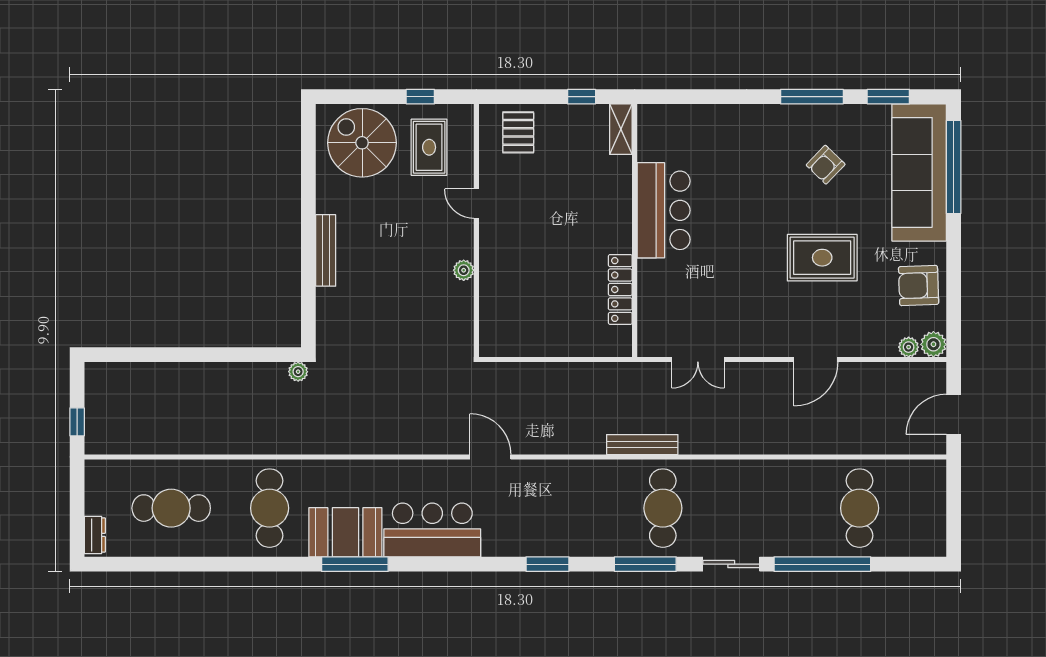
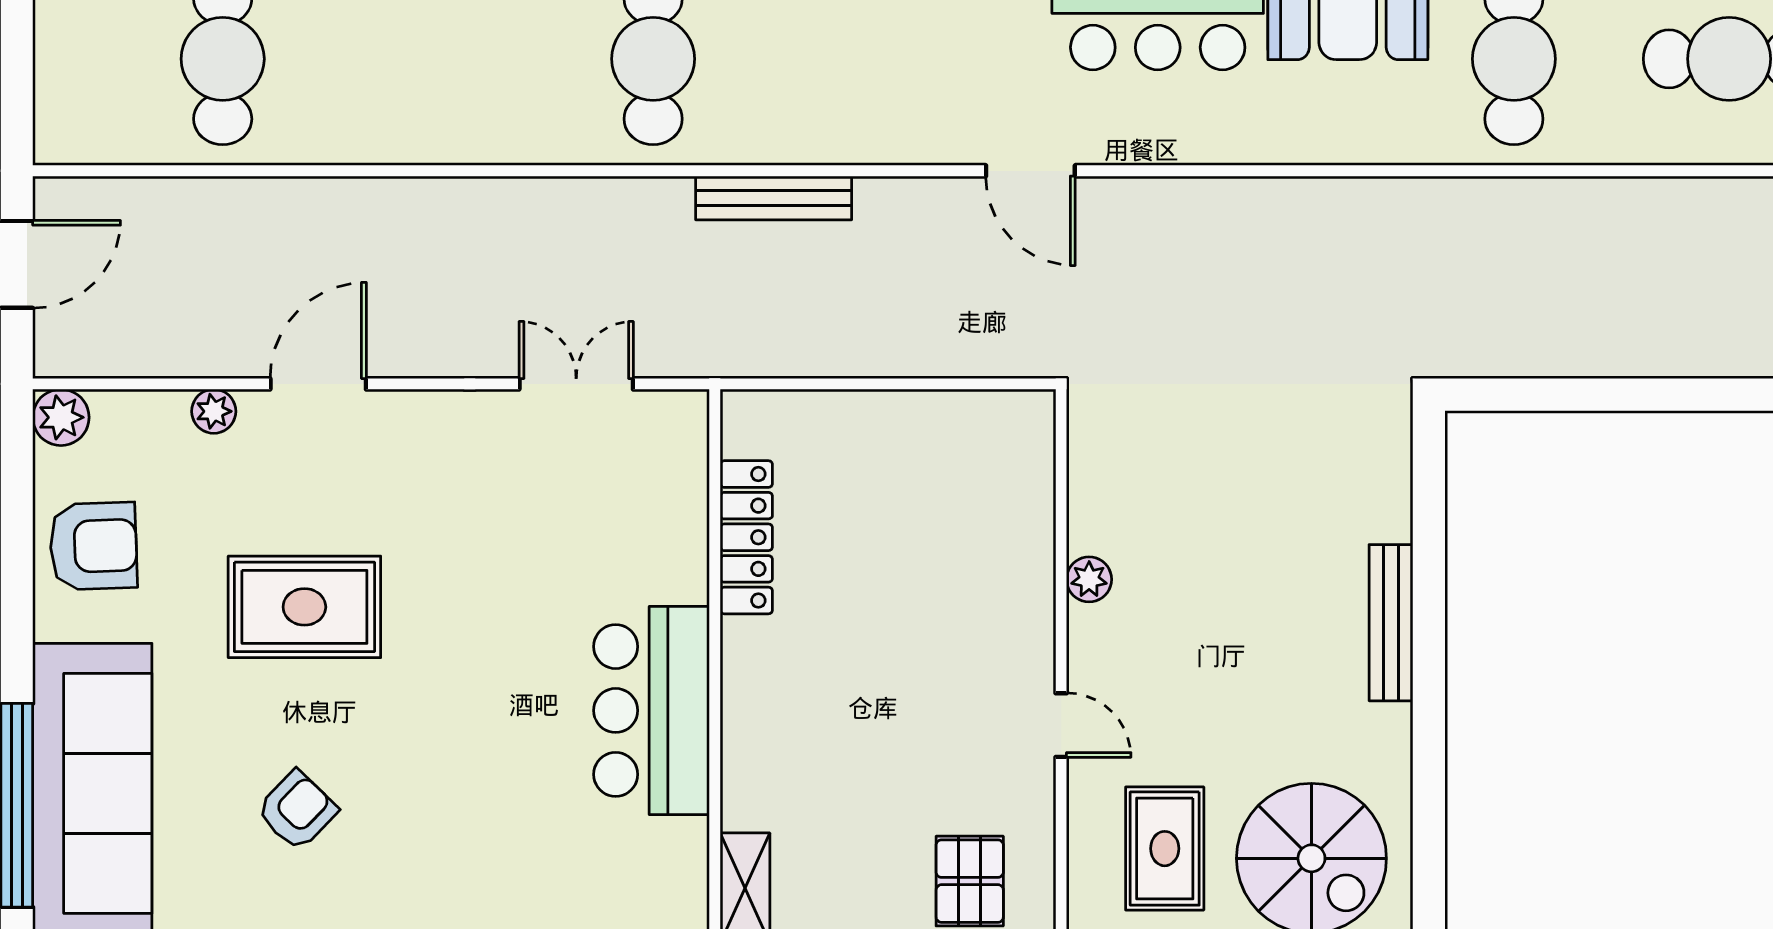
plant: (909, 347) -> (214, 411), moved
plant: (298, 372) -> (1451, 357), removed
bench: (642, 445) -> (774, 198), moved

